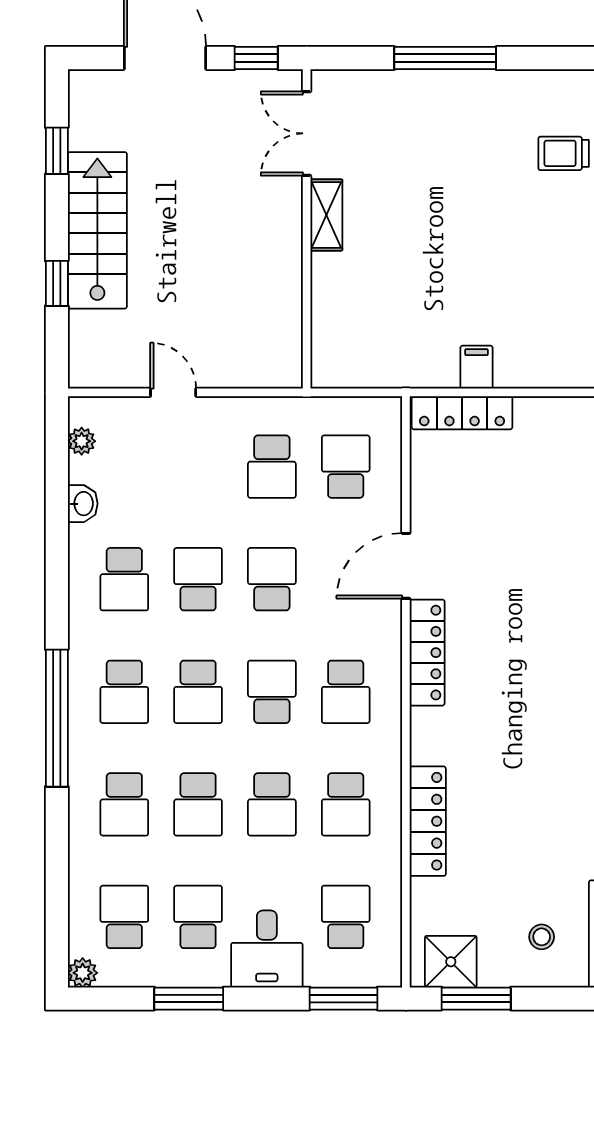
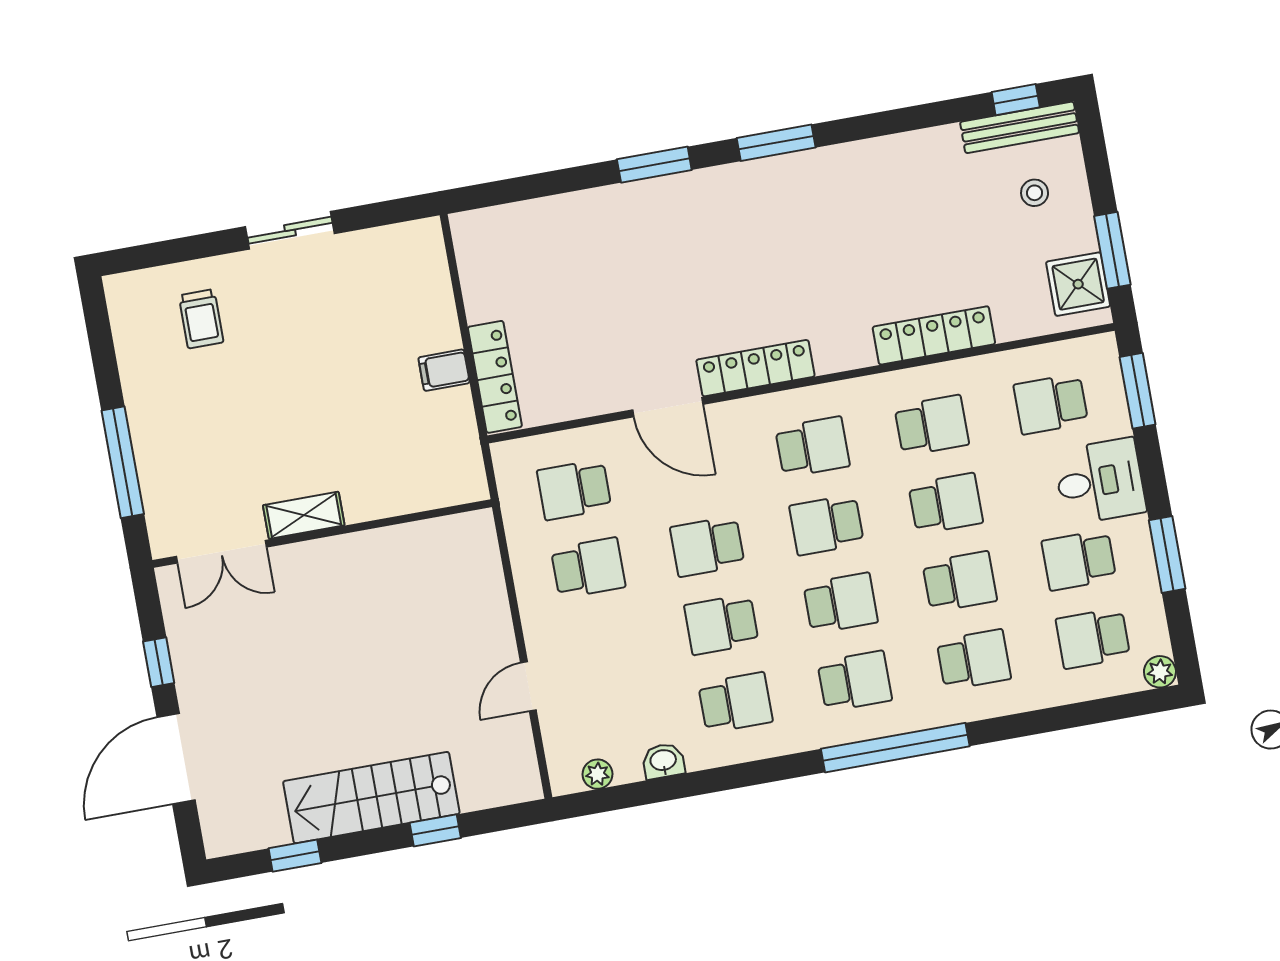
double door: (307, 133) -> (221, 552), moved
shelving: (326, 215) -> (304, 515), moved
wall: (307, 229) -> (322, 534), moved

